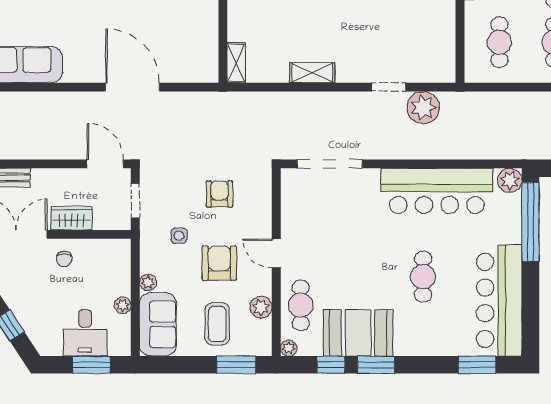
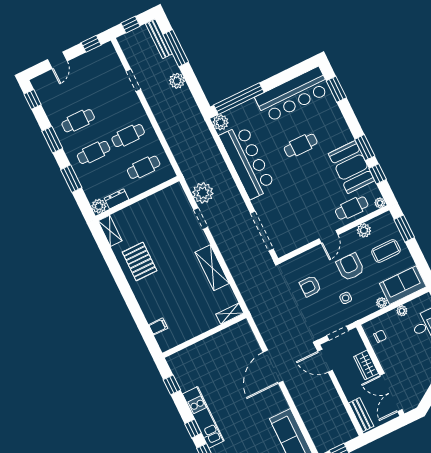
shelving: (312, 73) -> (212, 268), width x1.50, depth x1.33
door: (105, 164) -> (325, 361), hinge flipped
chair: (64, 259) -> (380, 336), moved
armchair: (219, 263) -> (350, 267), turned 90

